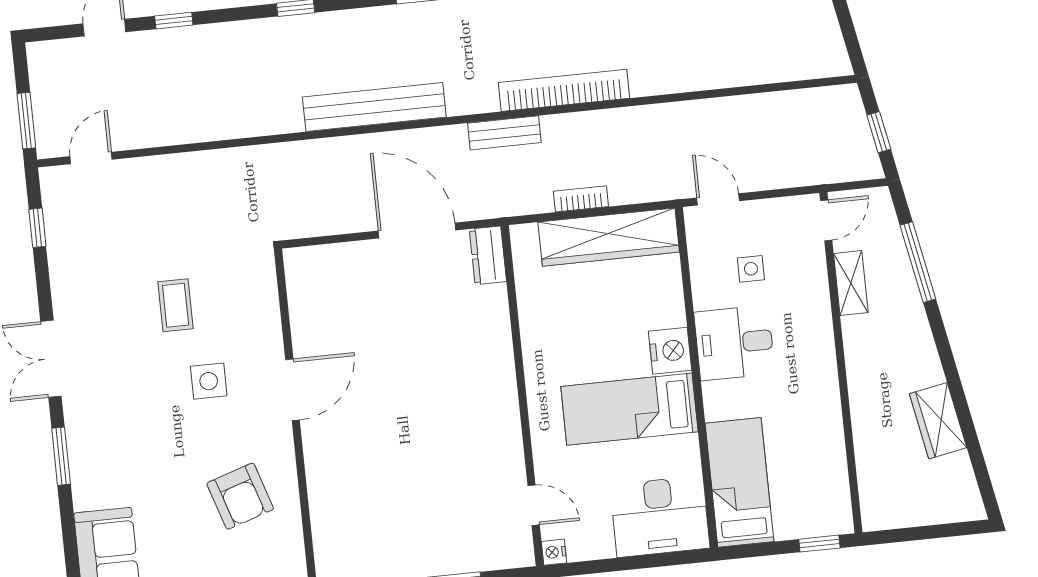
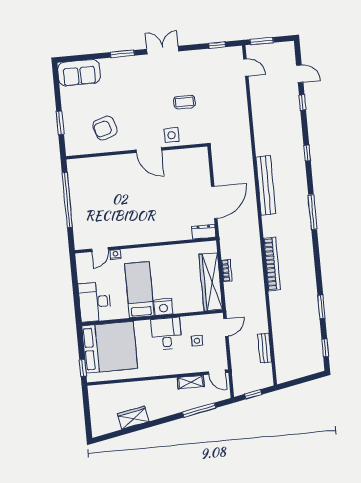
bench: (504, 133) -> (265, 348), moved
side table: (209, 381) -> (172, 135), moved
bed: (739, 482) -> (110, 347), width x2.04
nightstand: (554, 552) -> (115, 255), moved

